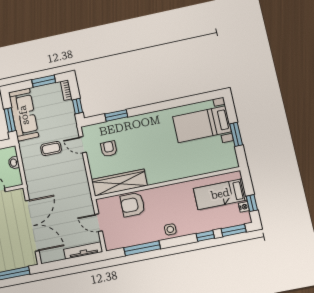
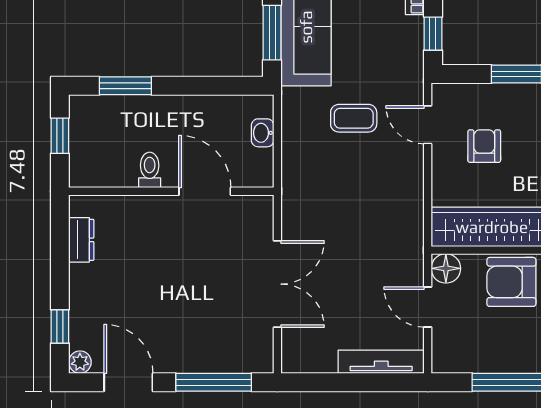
floor lamp: (103, 204) -> (446, 268), added
double door: (32, 226) -> (277, 284), width x0.73

